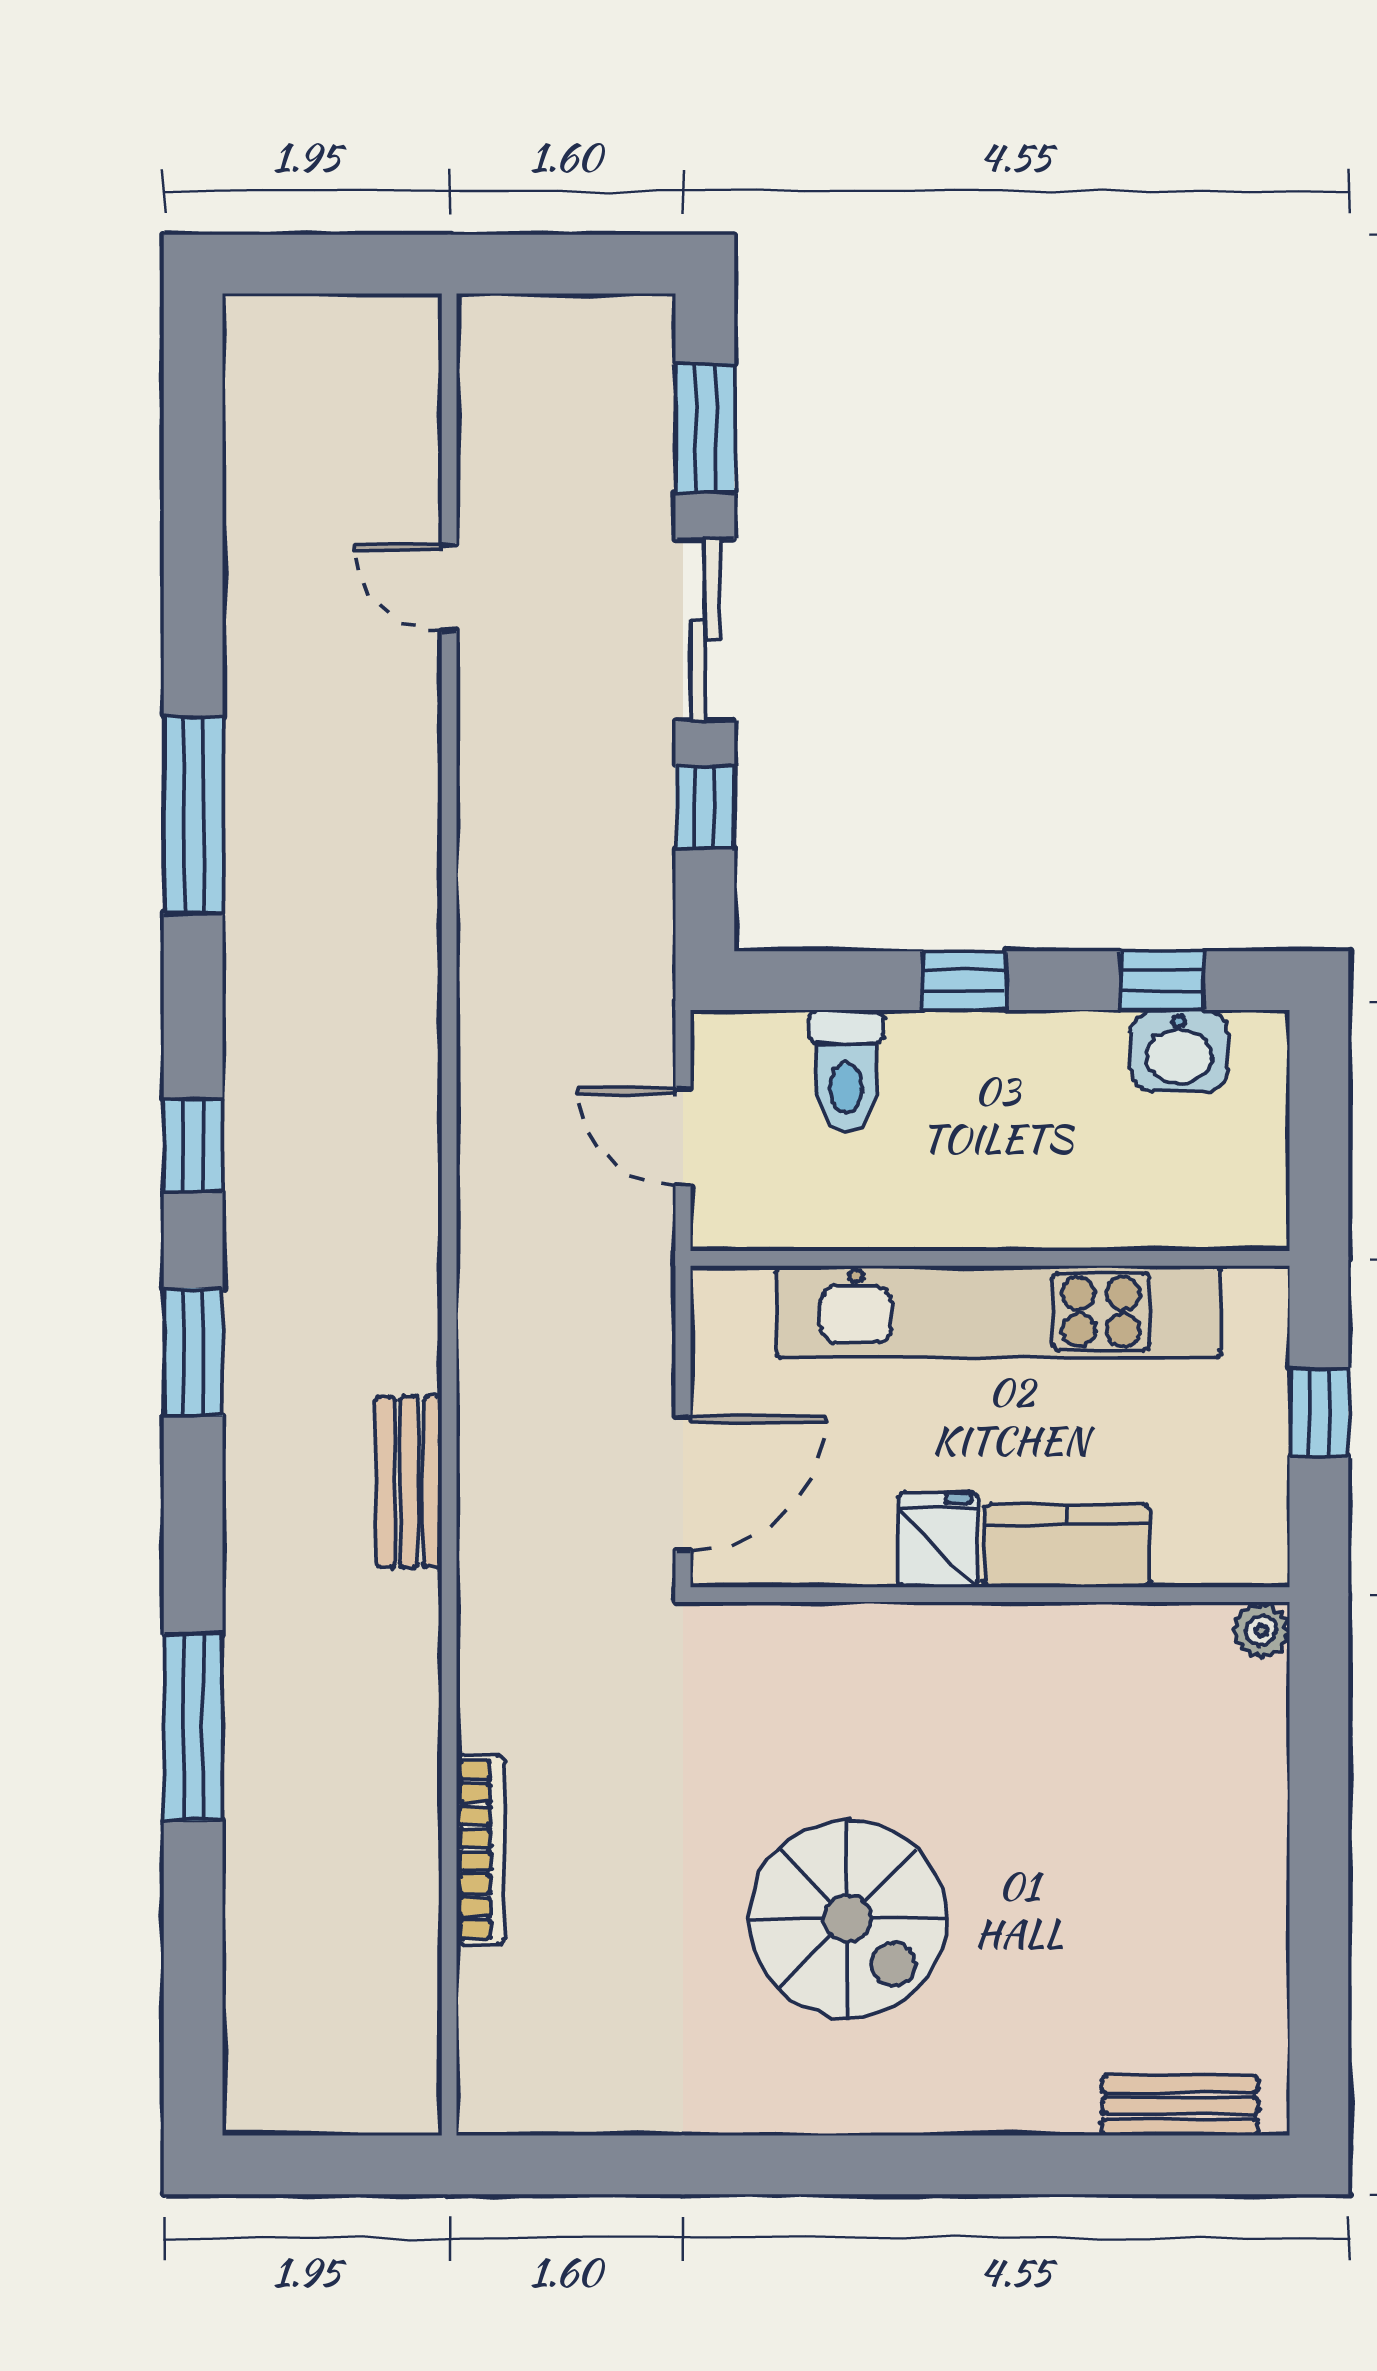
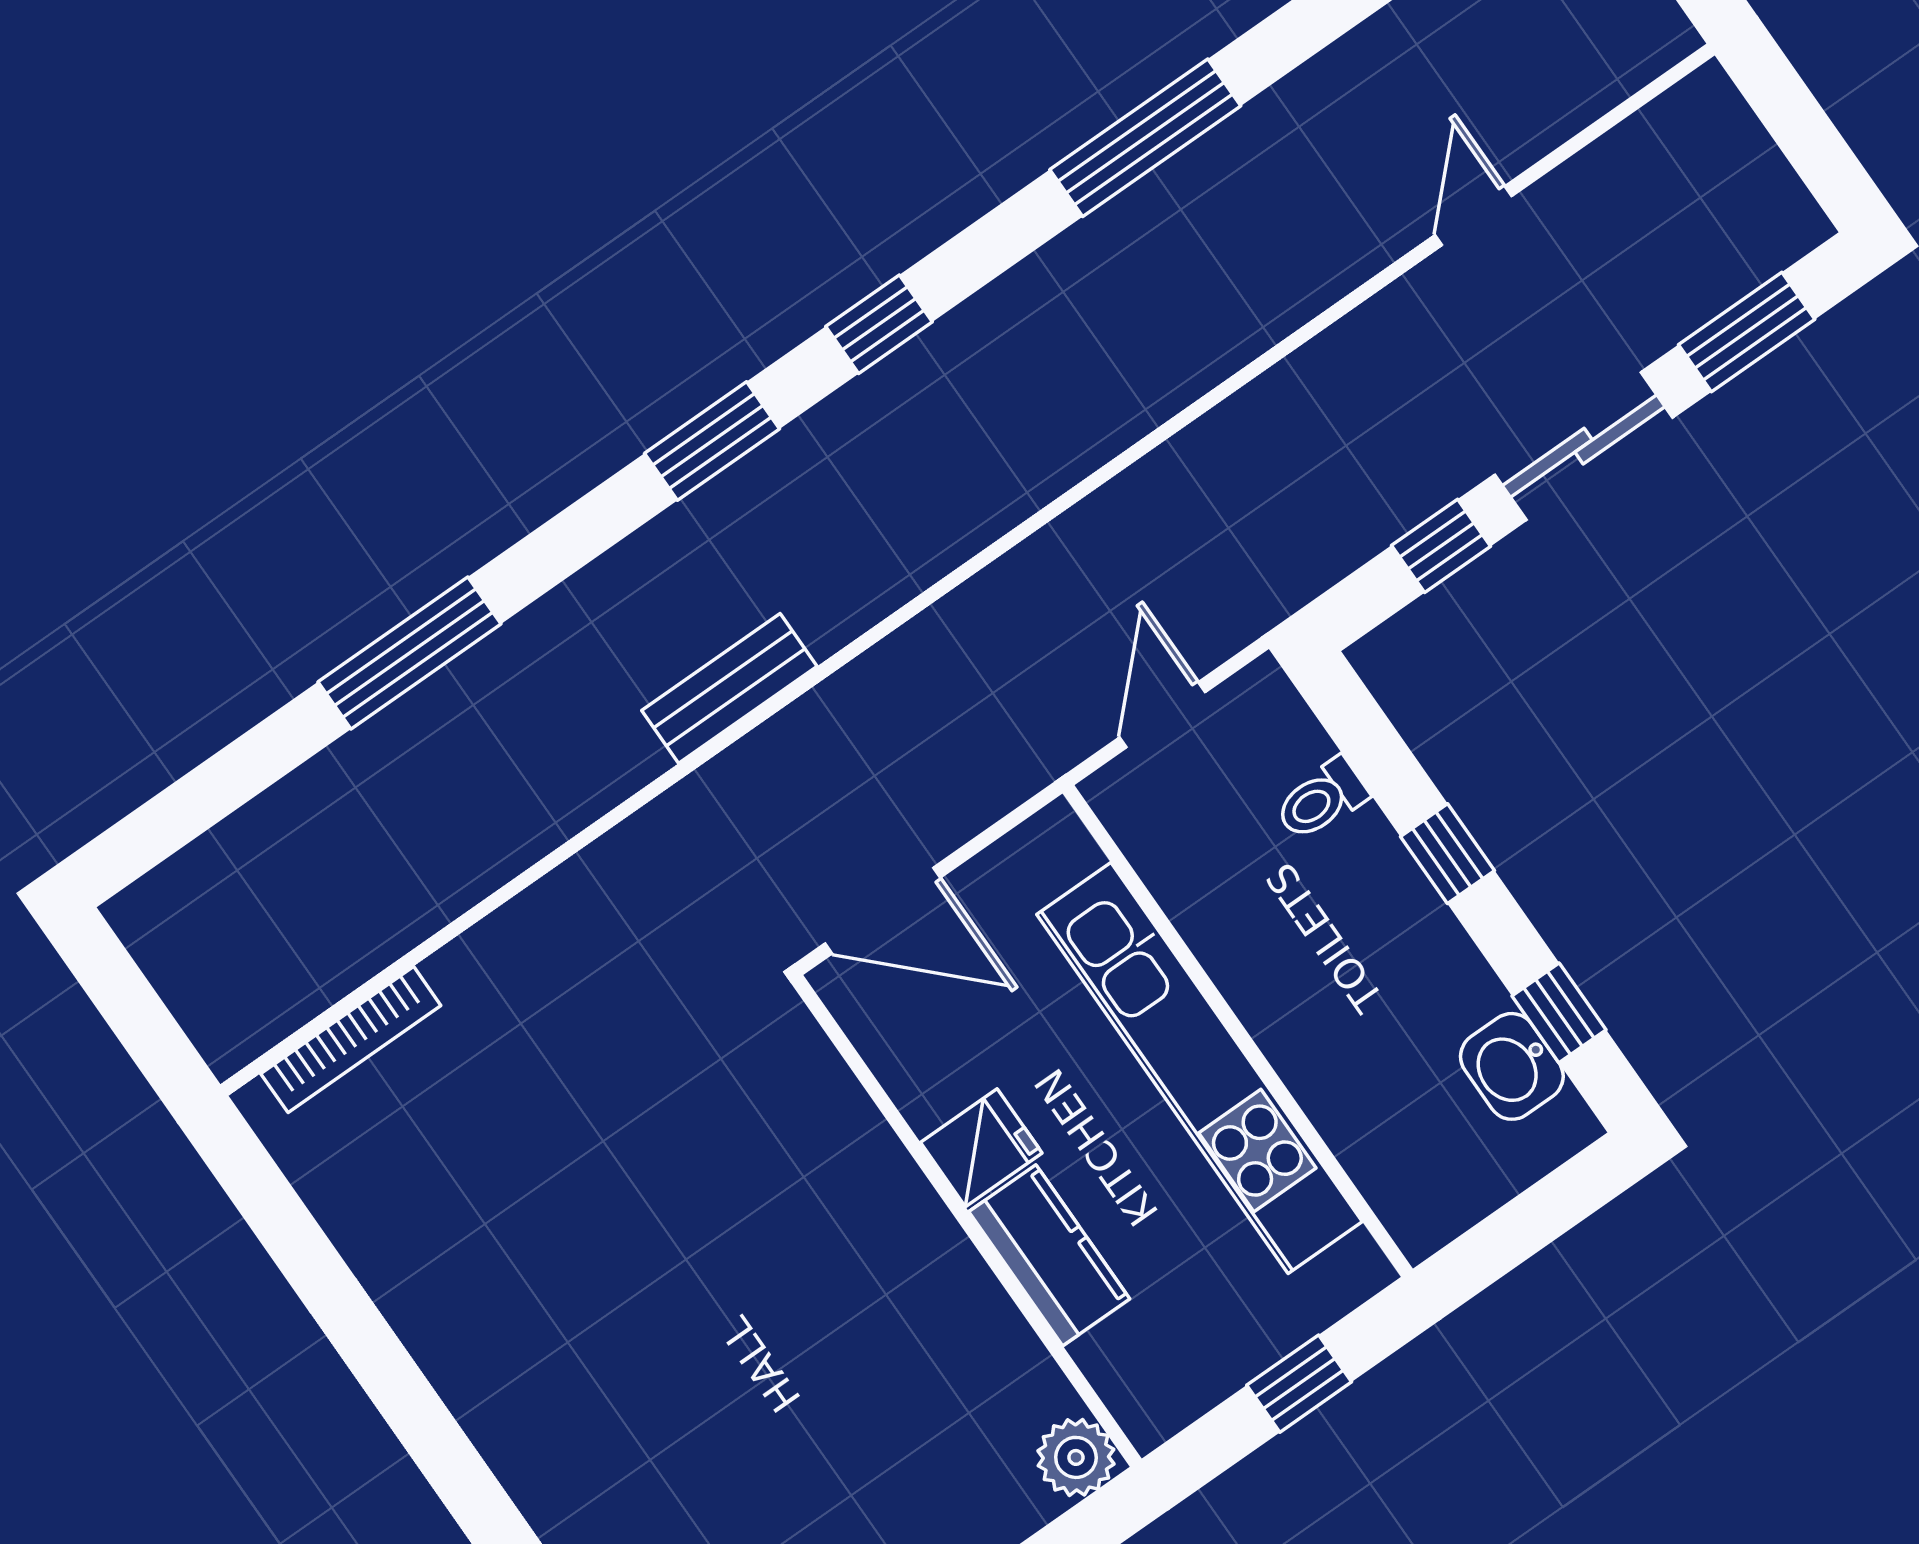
toilet: (846, 1071) -> (1321, 799), width x0.73, depth x0.72
plant: (1261, 1631) -> (1076, 1457), width x1.38, depth x1.38
bookcase: (481, 1850) -> (351, 1040), moved
spiral stairs: (848, 1919) -> (625, 1289), removed

